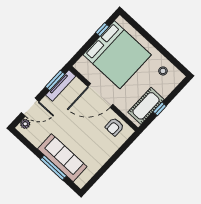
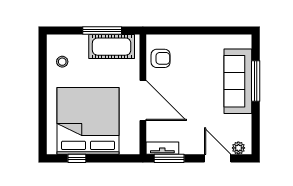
tv unit: (61, 86) -> (162, 148), width x0.71
window: (160, 109) -> (102, 31), width x2.17

